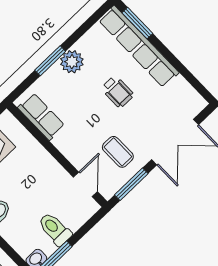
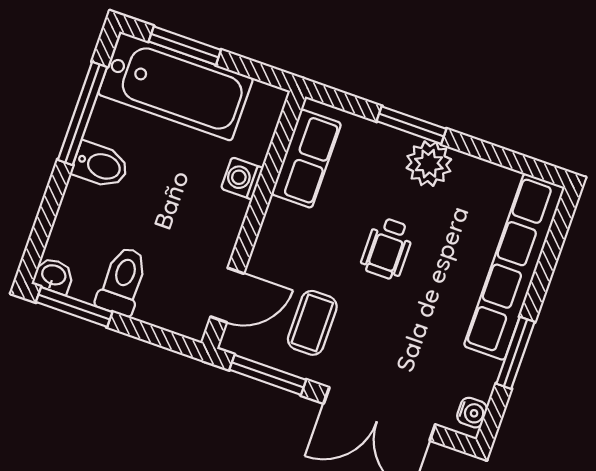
window: (137, 23) -> (515, 353), moved
wheelchair: (118, 92) -> (387, 248), moved
water cooler: (196, 99) -> (472, 413), added
washing machine: (35, 151) -> (242, 178), added

